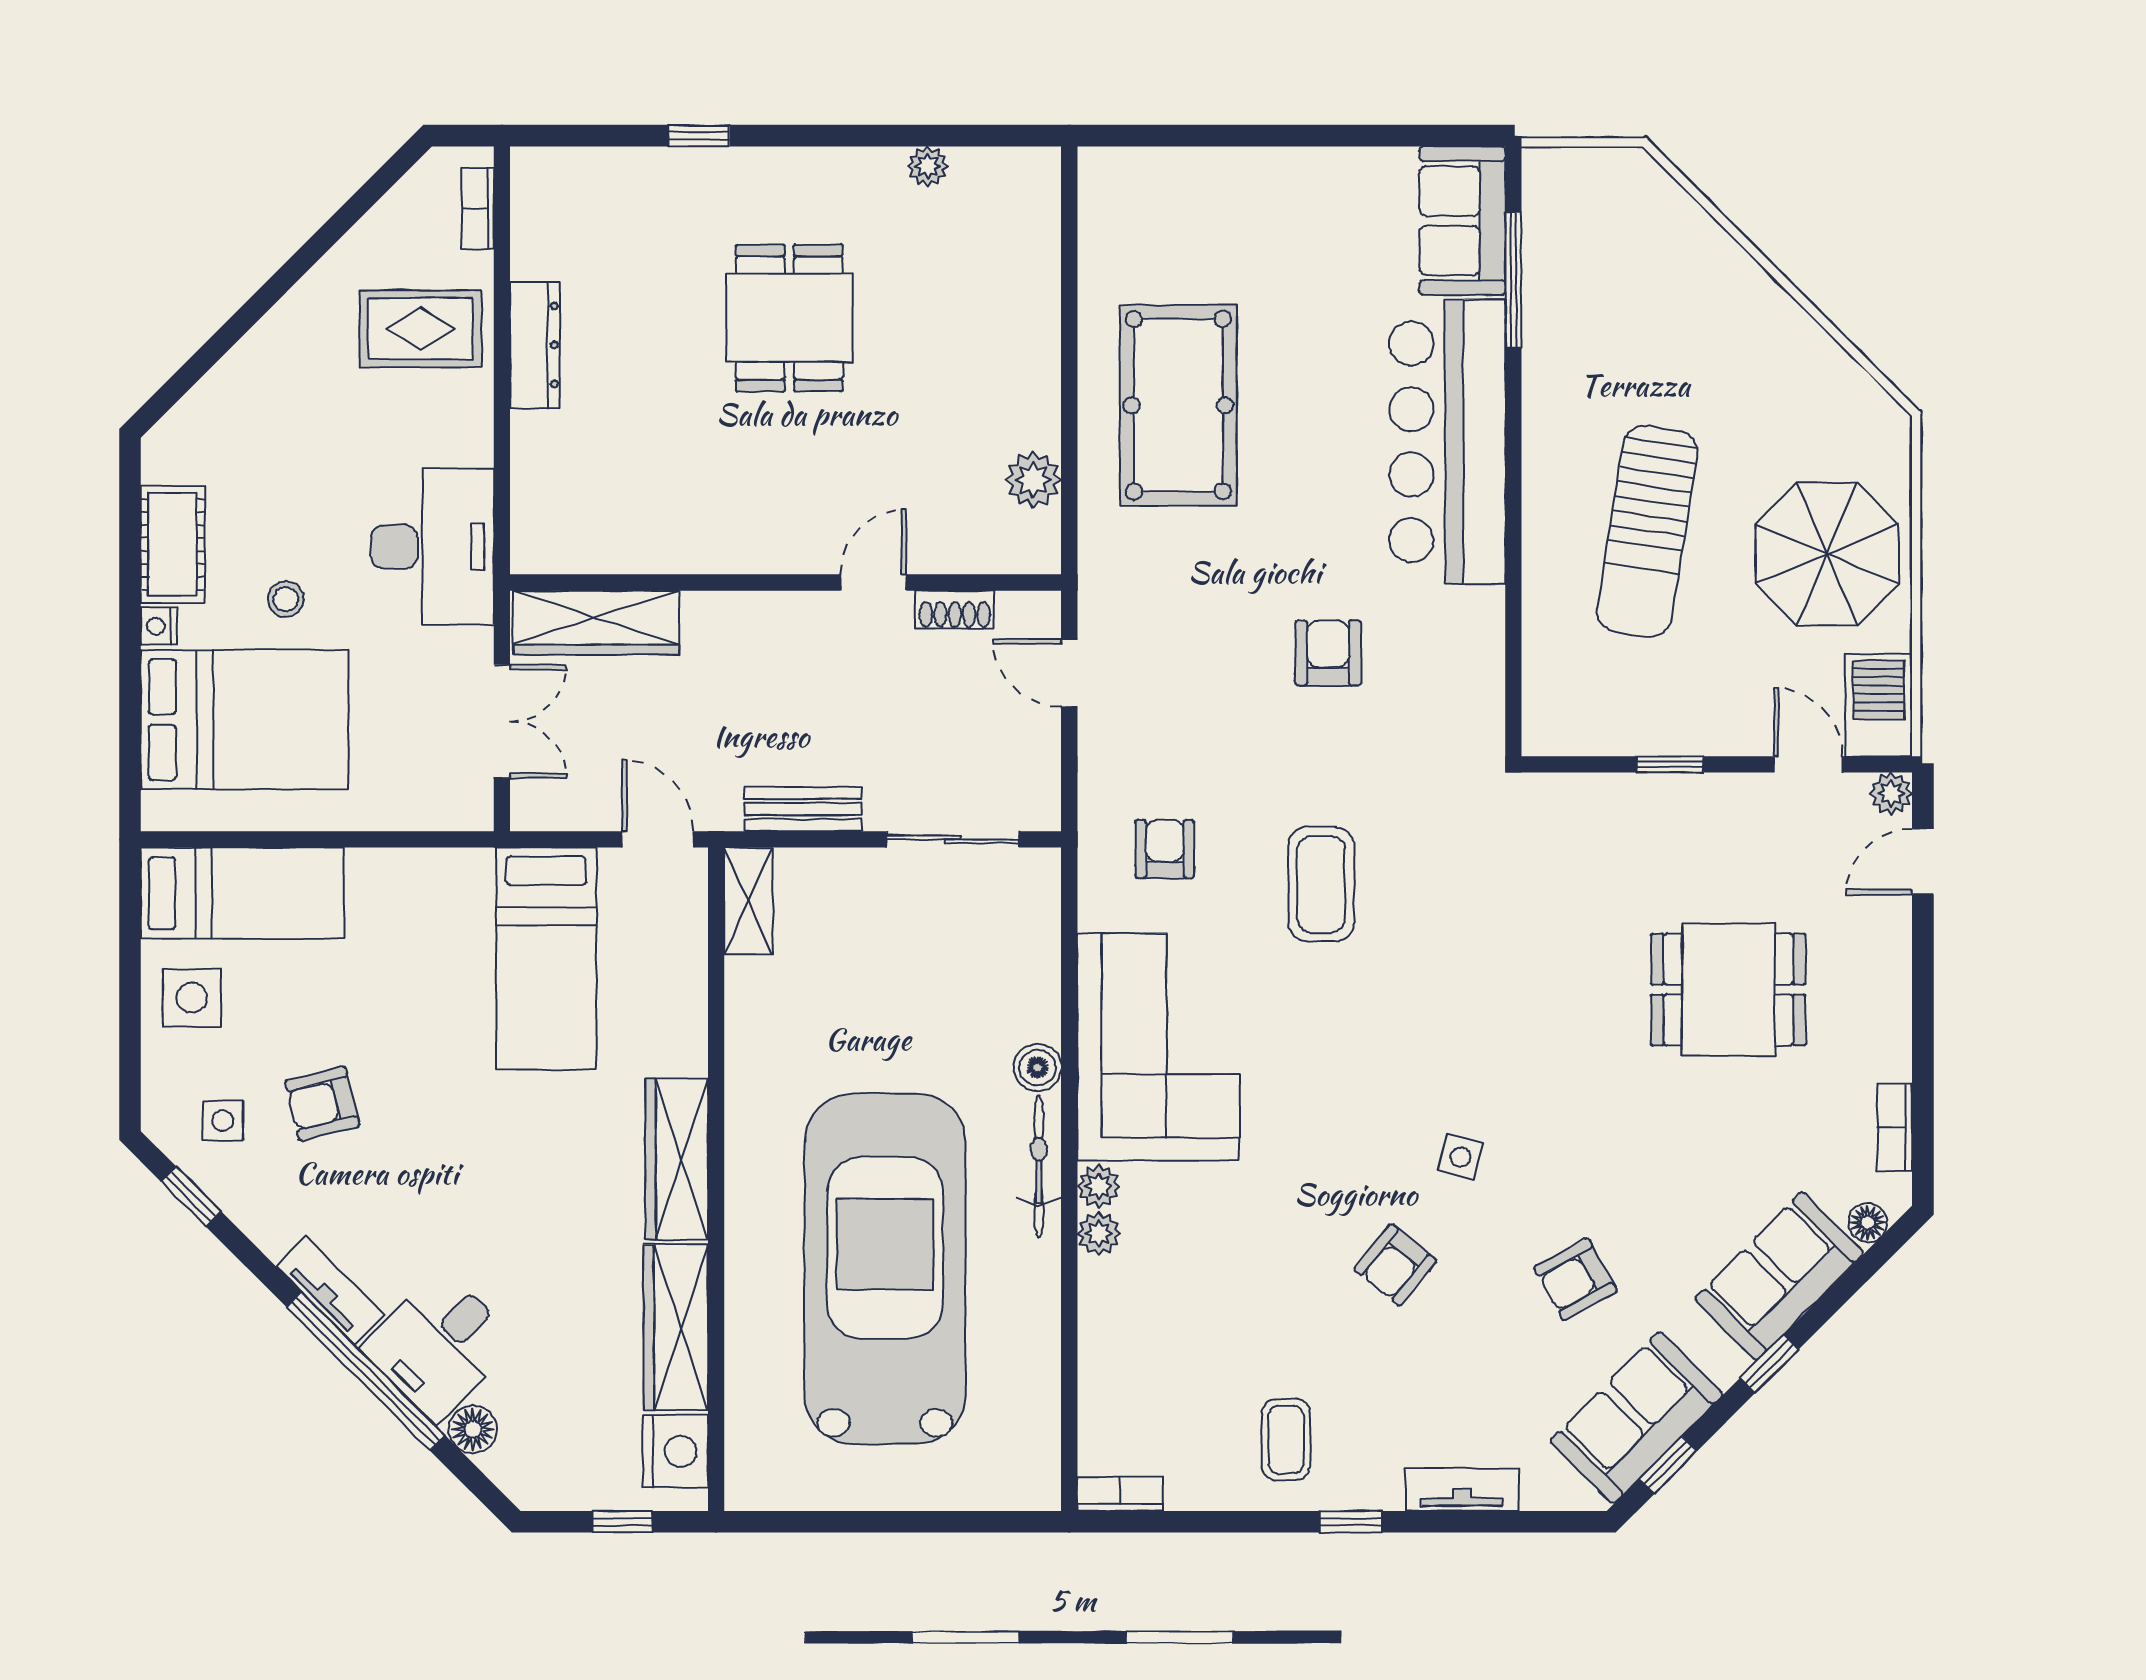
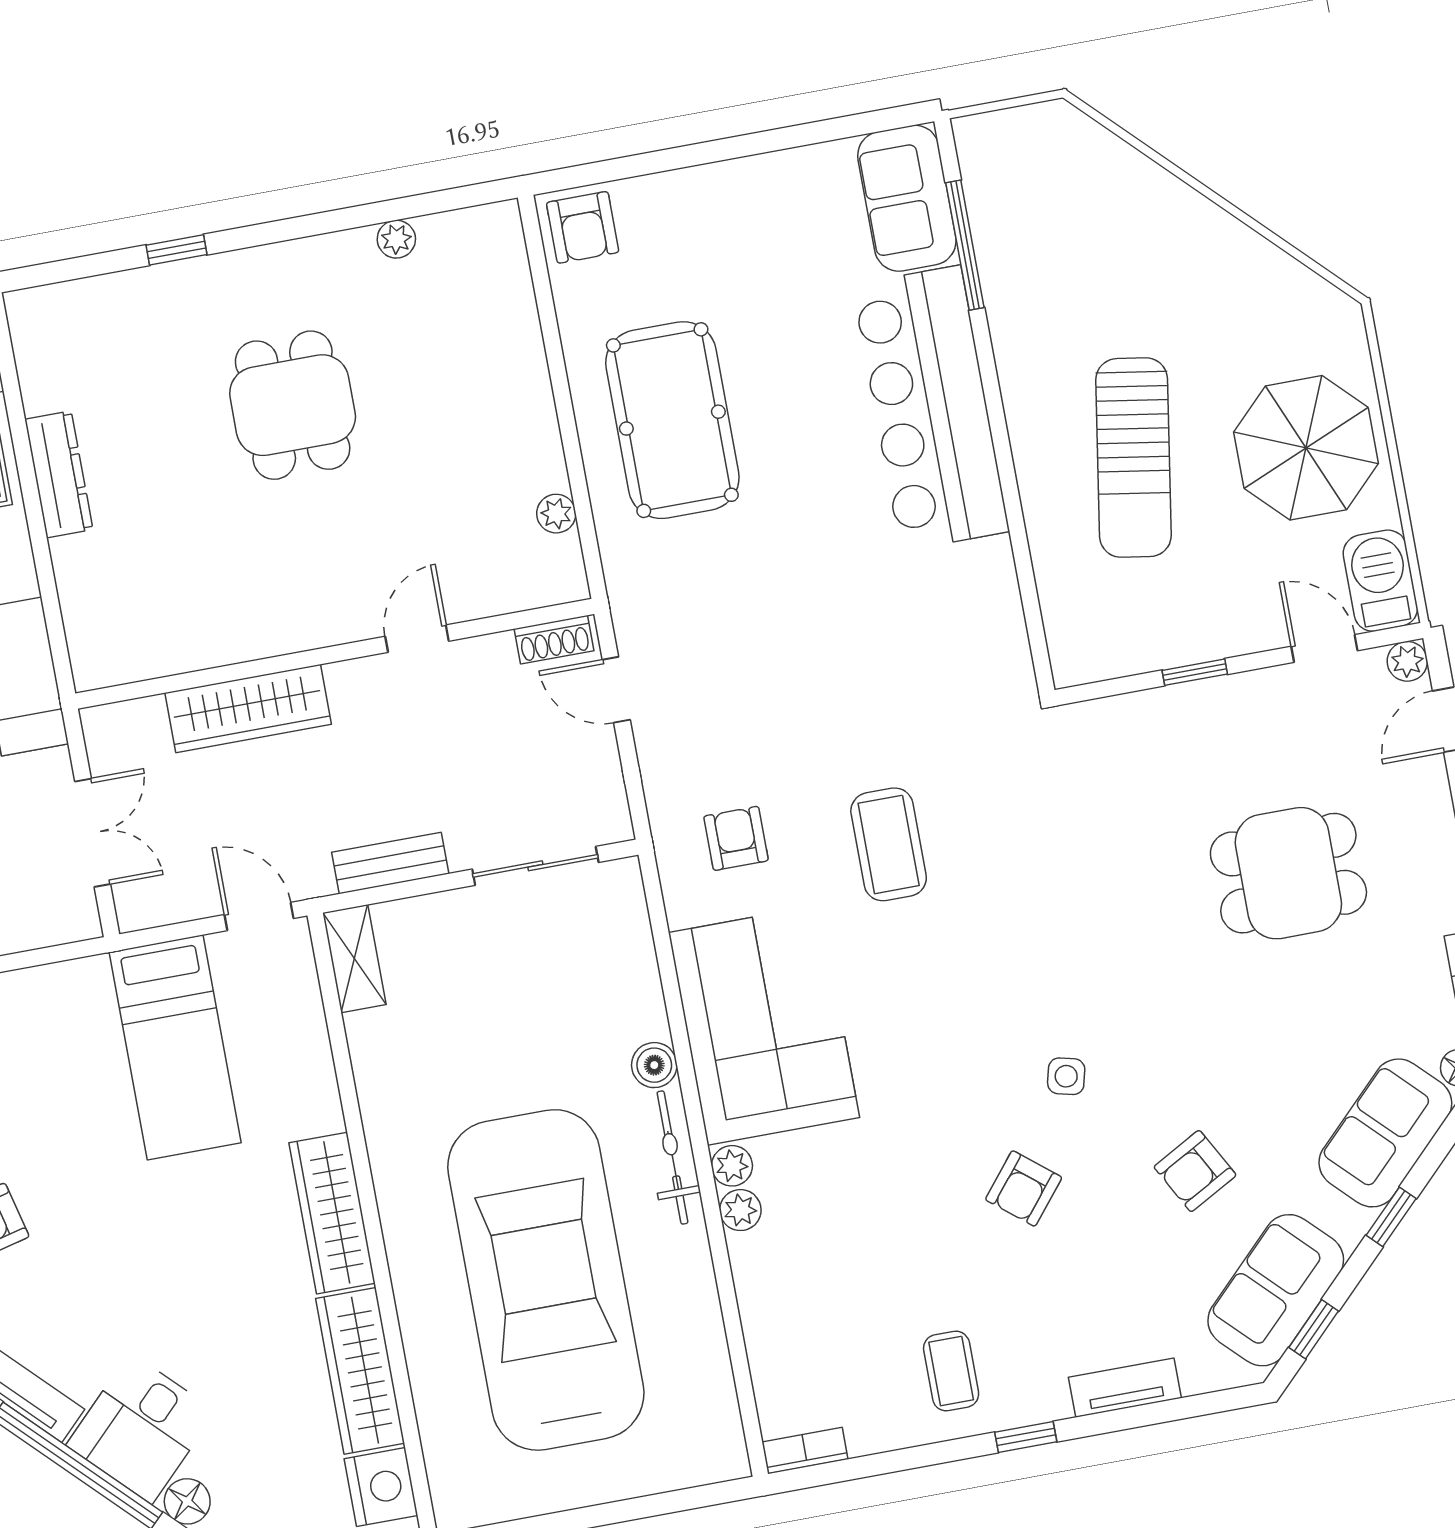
plant: (1033, 480) -> (556, 514), width x0.73, depth x0.73
shoe rack: (955, 610) -> (554, 640), moved
wardrobe: (596, 623) -> (248, 709), moved
armchair: (1328, 653) -> (583, 227), moved, turned 180

